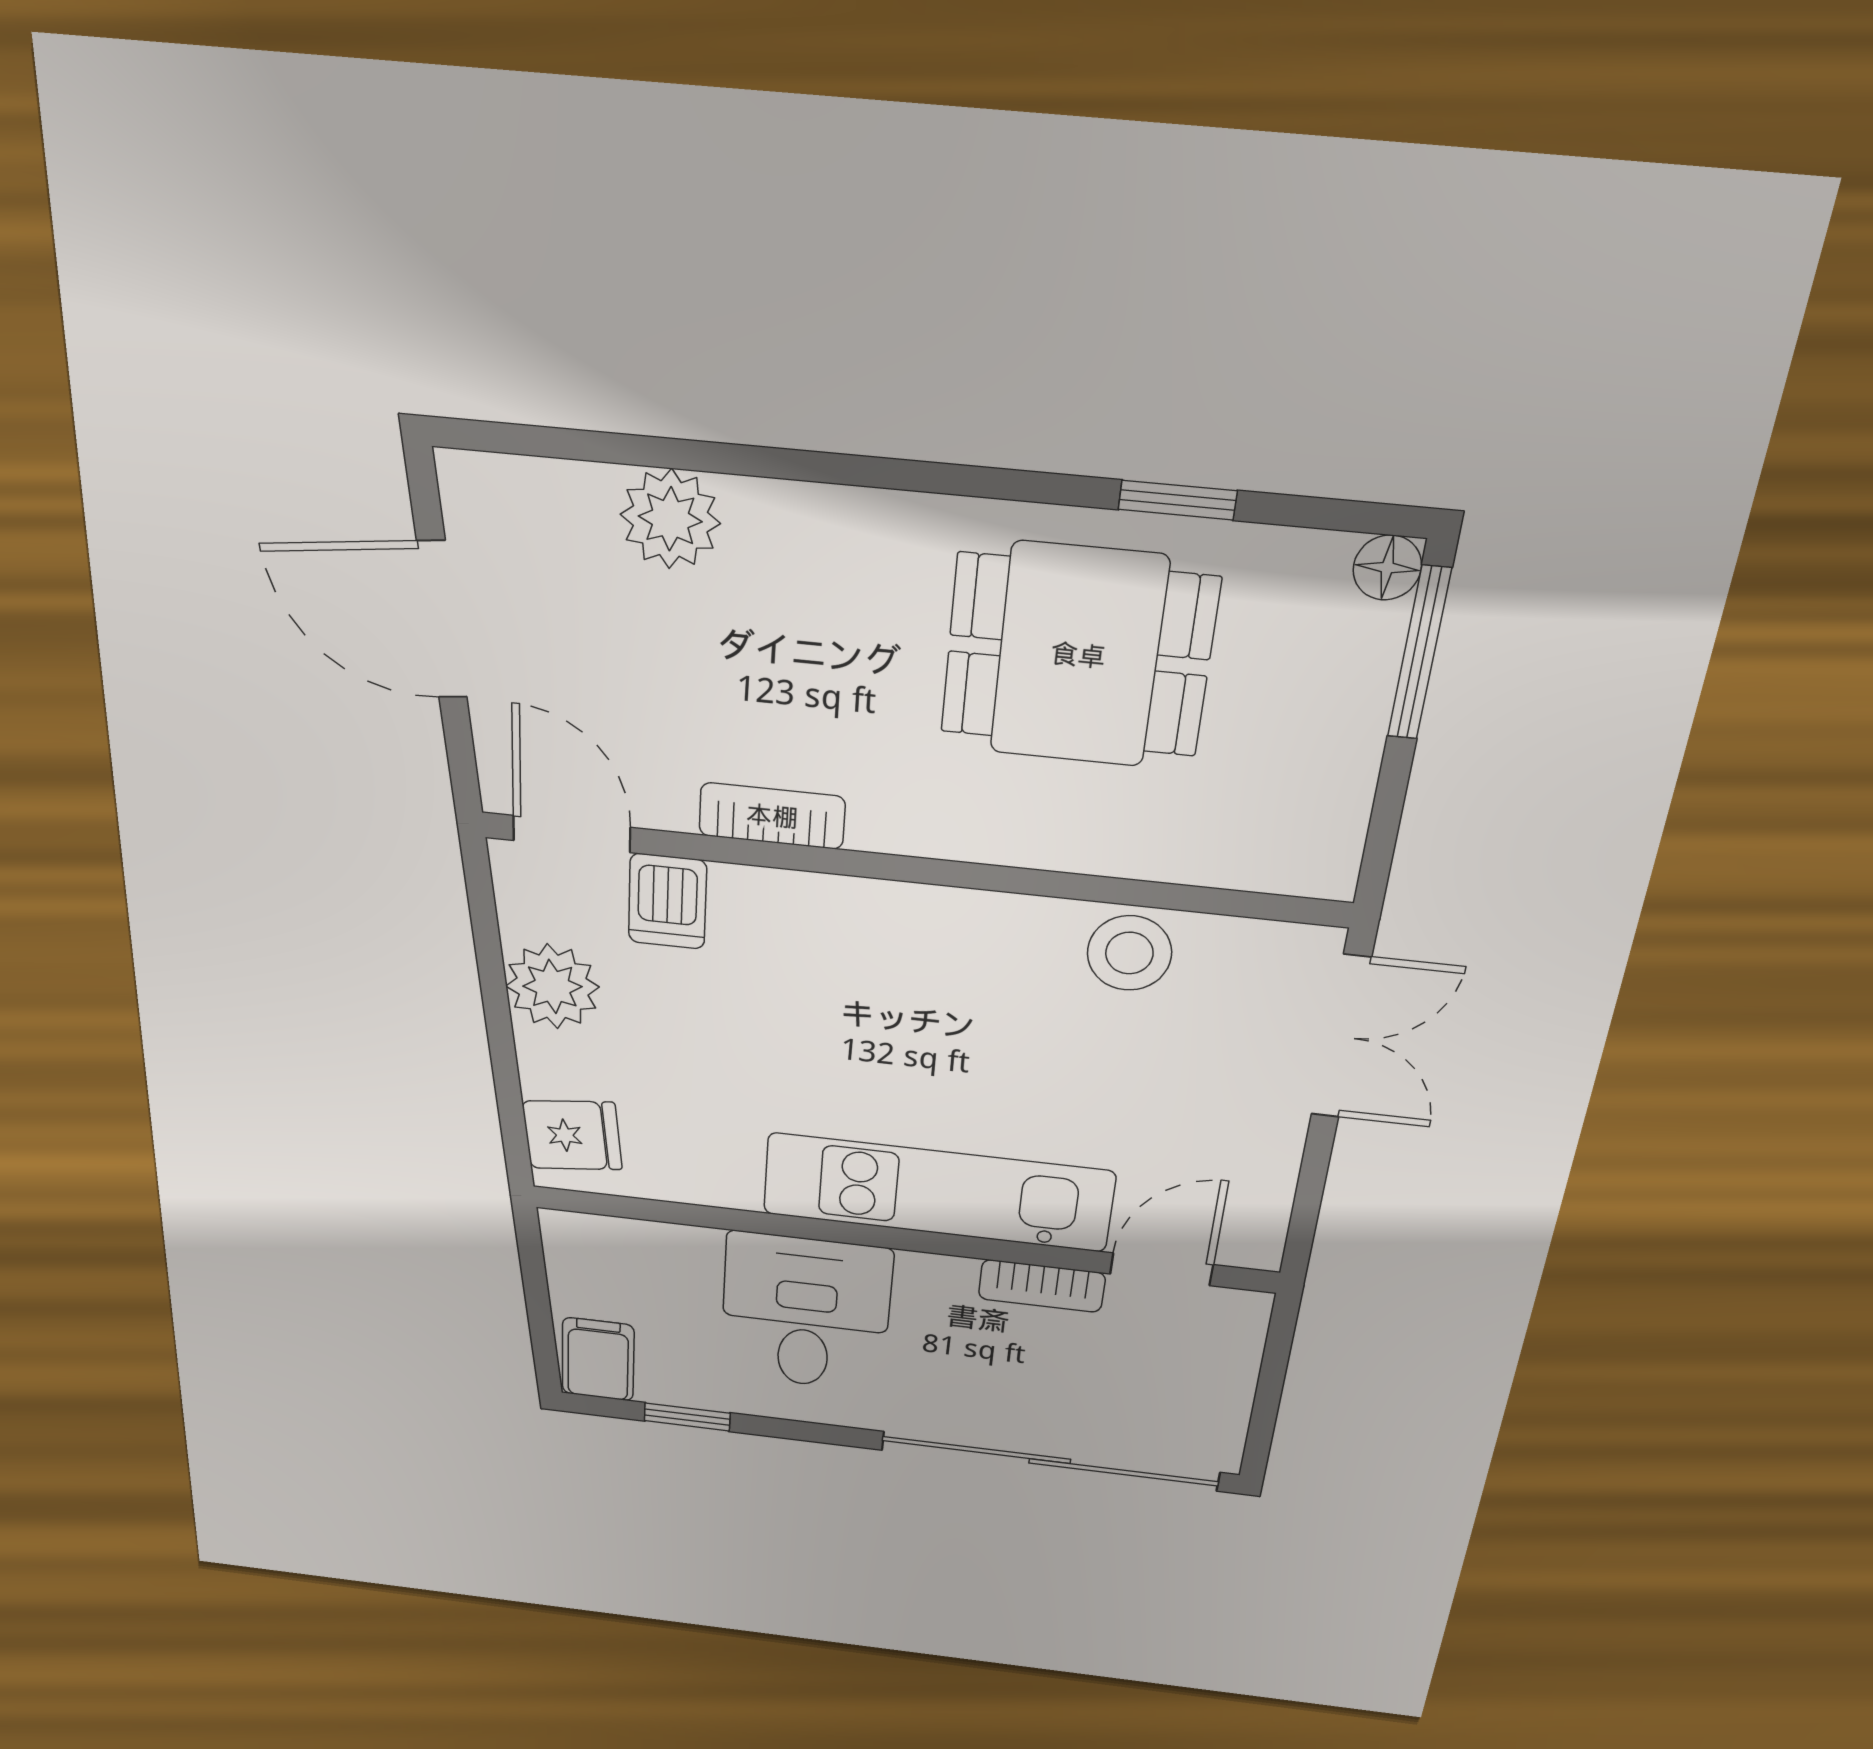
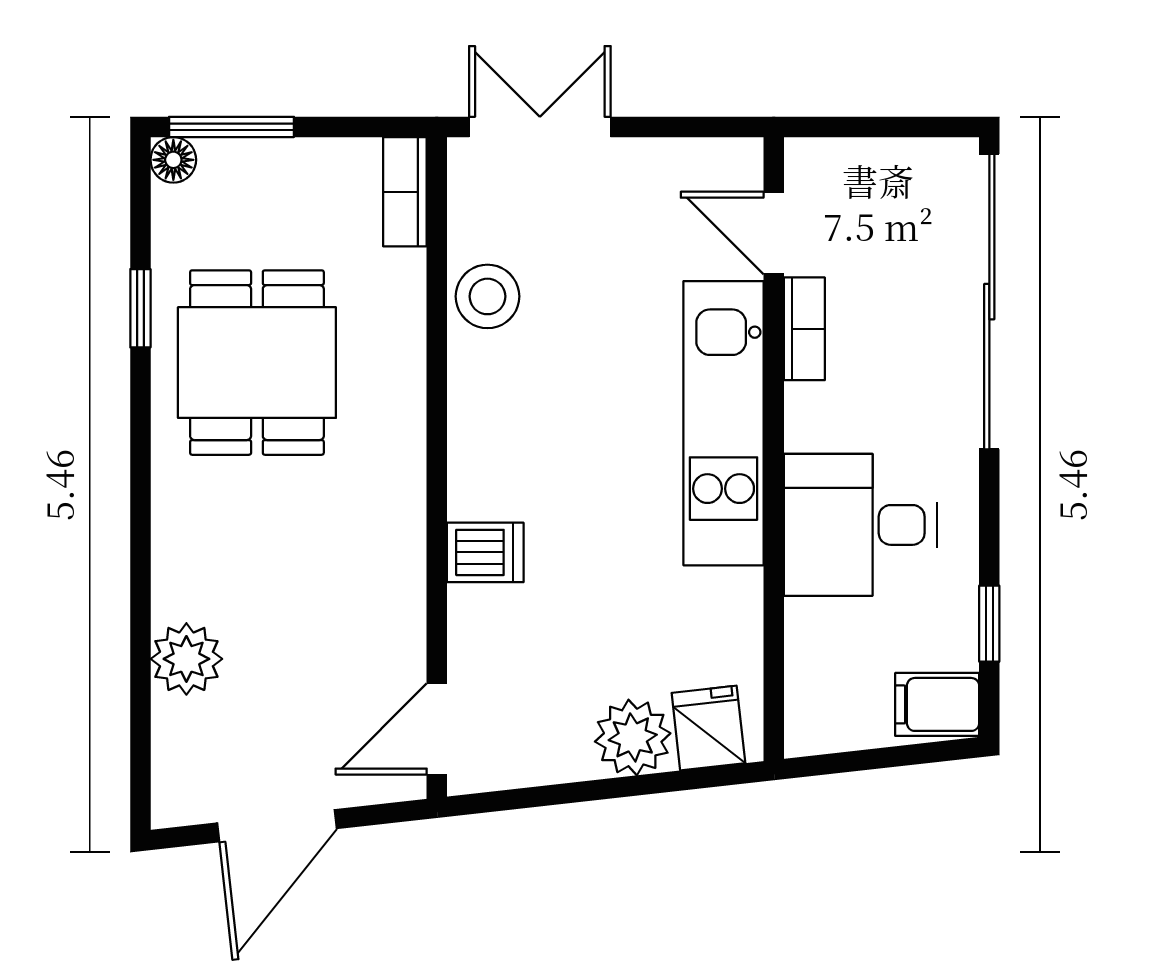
bookcase: (772, 816) -> (405, 192), moved
dishwasher: (667, 901) -> (485, 552), moved
plant: (552, 986) -> (633, 737), moved

